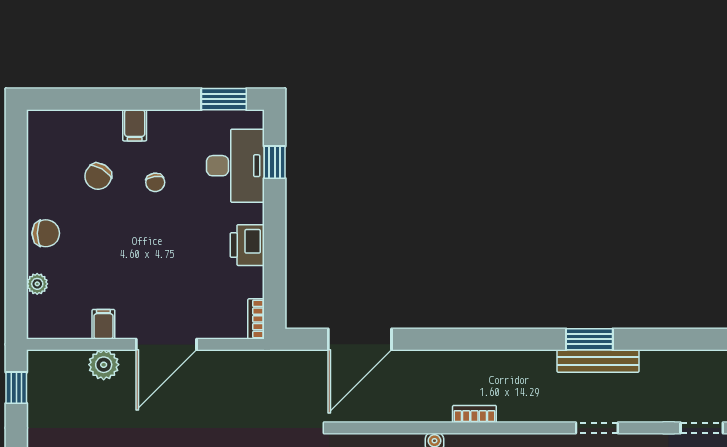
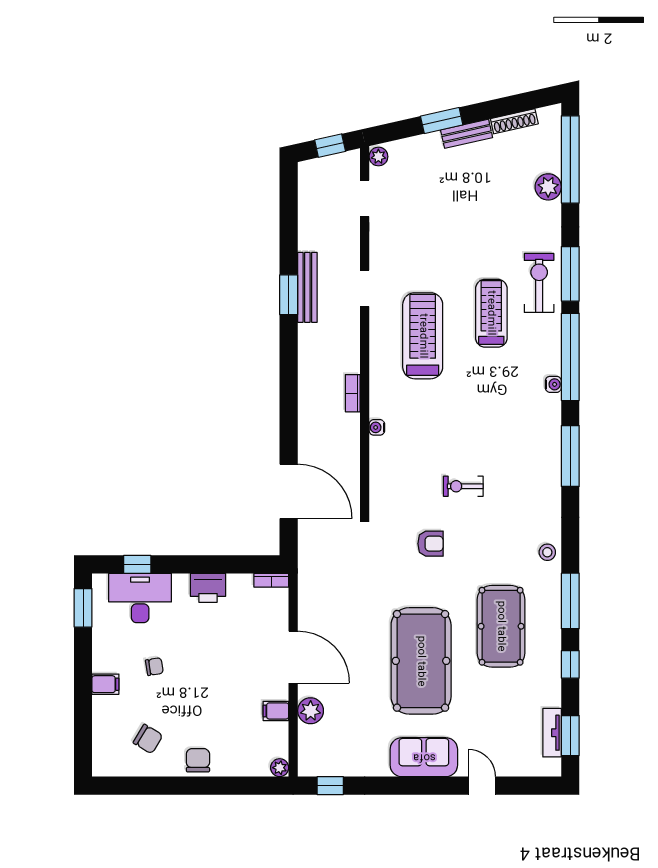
chair: (98, 176) -> (148, 739), moved
plant: (37, 284) -> (280, 768), moved

